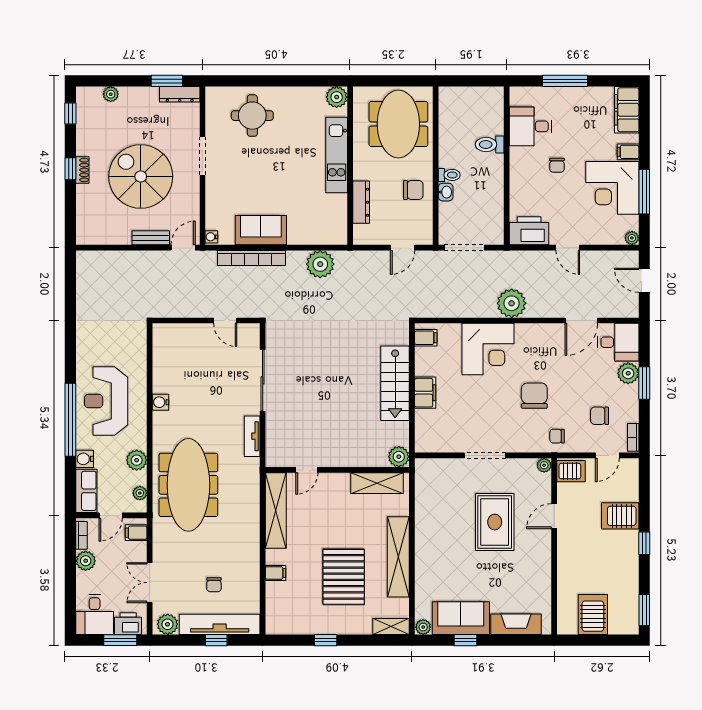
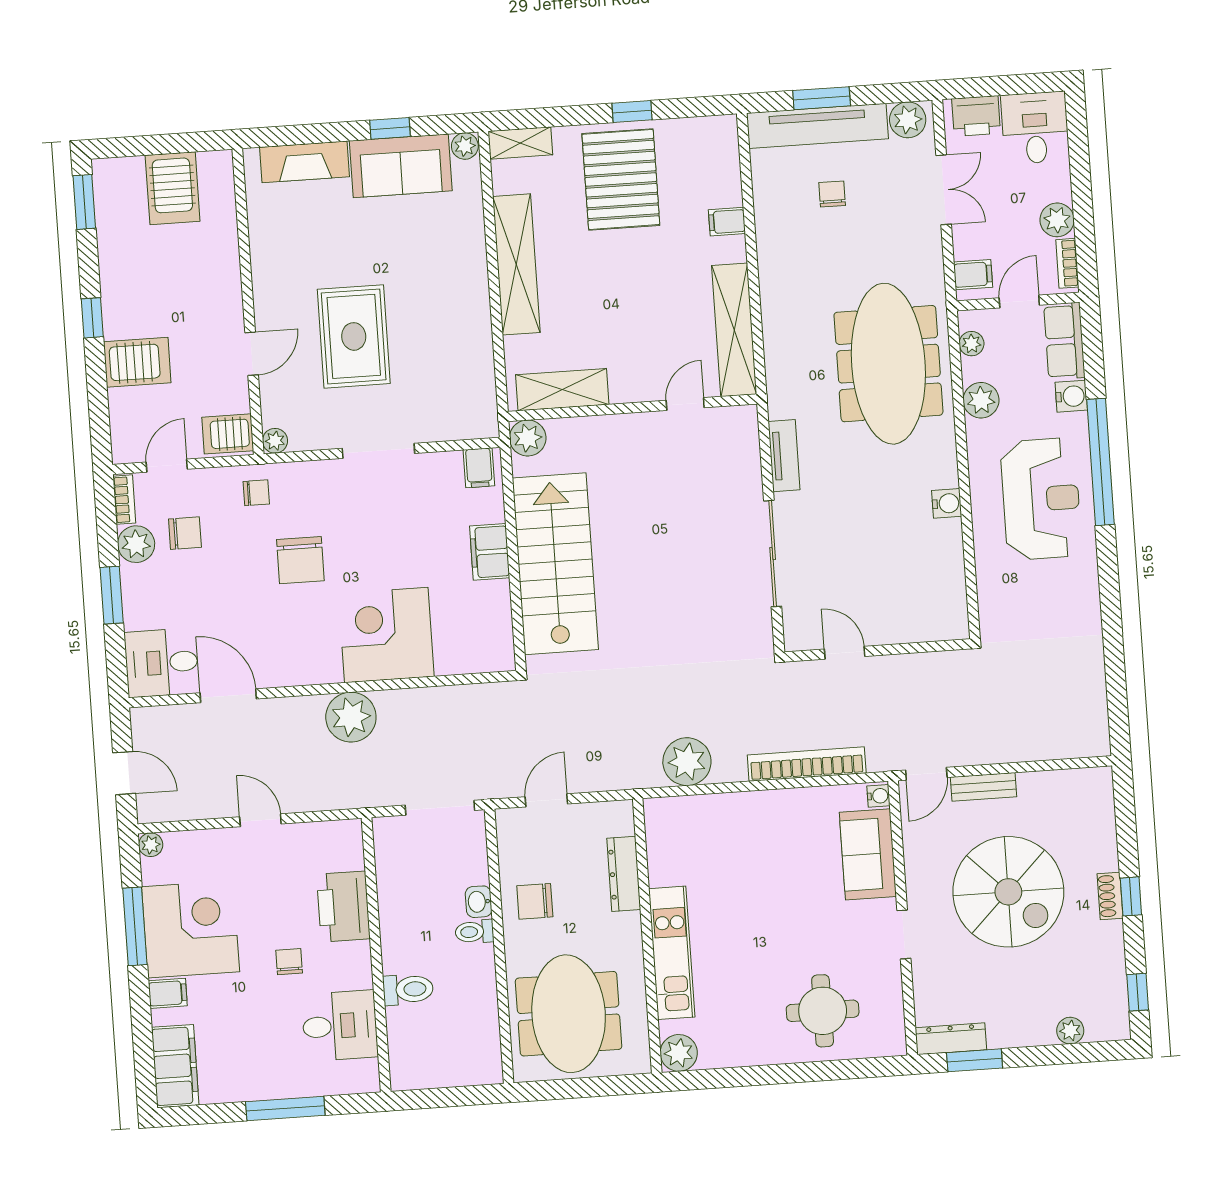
doorway: (202, 156) -> (904, 934), width x0.73
sofa: (261, 230) -> (868, 854), moved, turned 90
printer: (529, 231) -> (343, 906), moved, turned 90
door: (581, 320) -> (228, 696), hinge flipped
filing cabinet: (426, 338) -> (479, 468), moved, turned -90
plant: (628, 373) -> (136, 544), moved
stairs: (395, 383) -> (555, 564), width x1.36, depth x1.51
pallet: (344, 577) -> (621, 179), moved
window: (120, 640) -> (987, 87), removed
window: (216, 640) -> (822, 98), width x1.50

